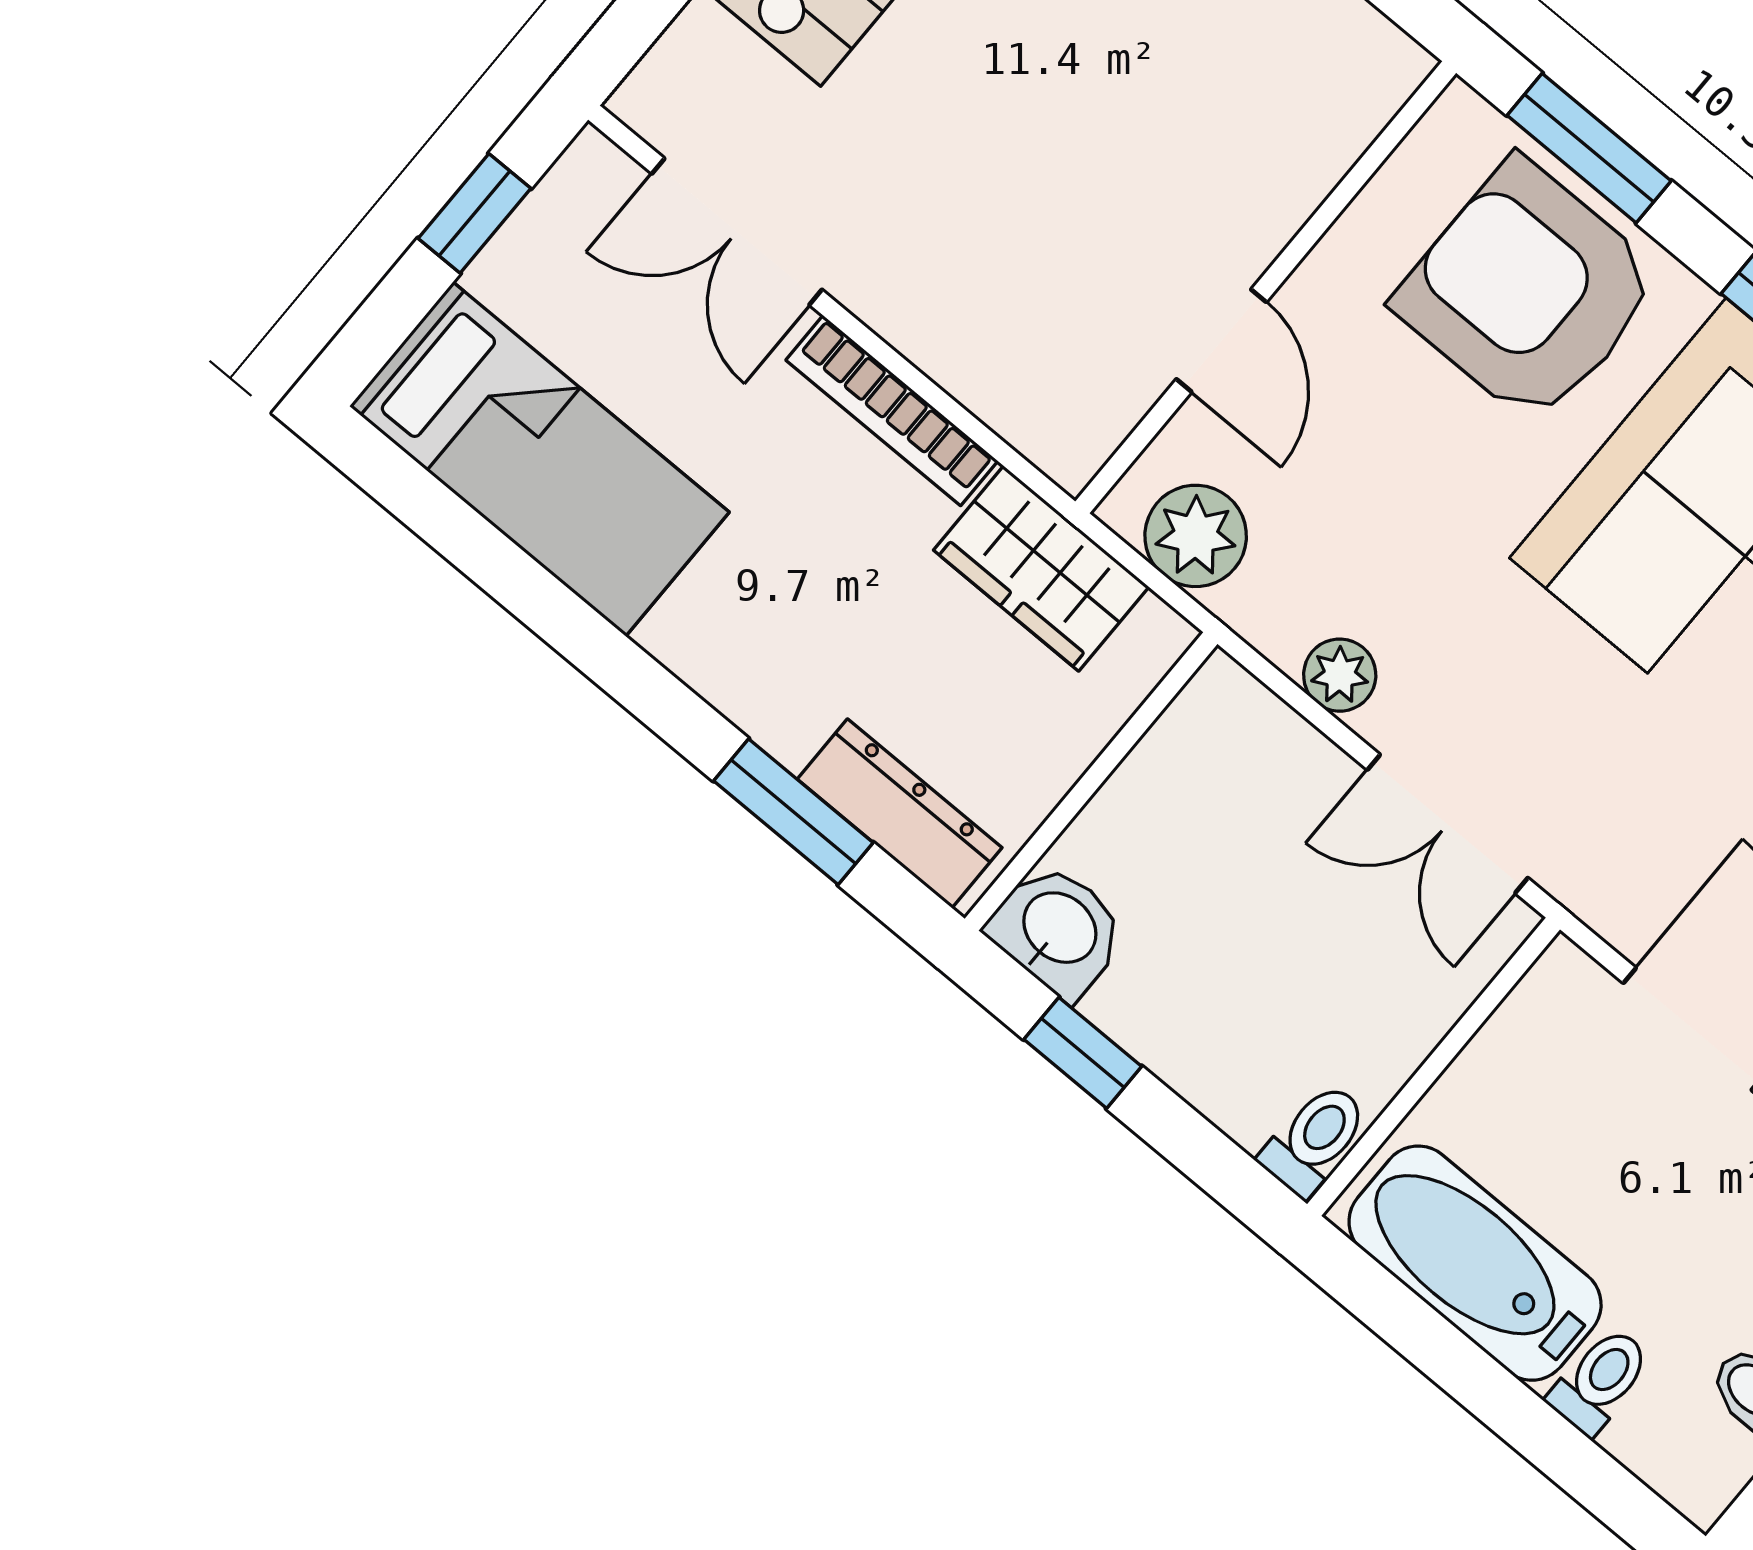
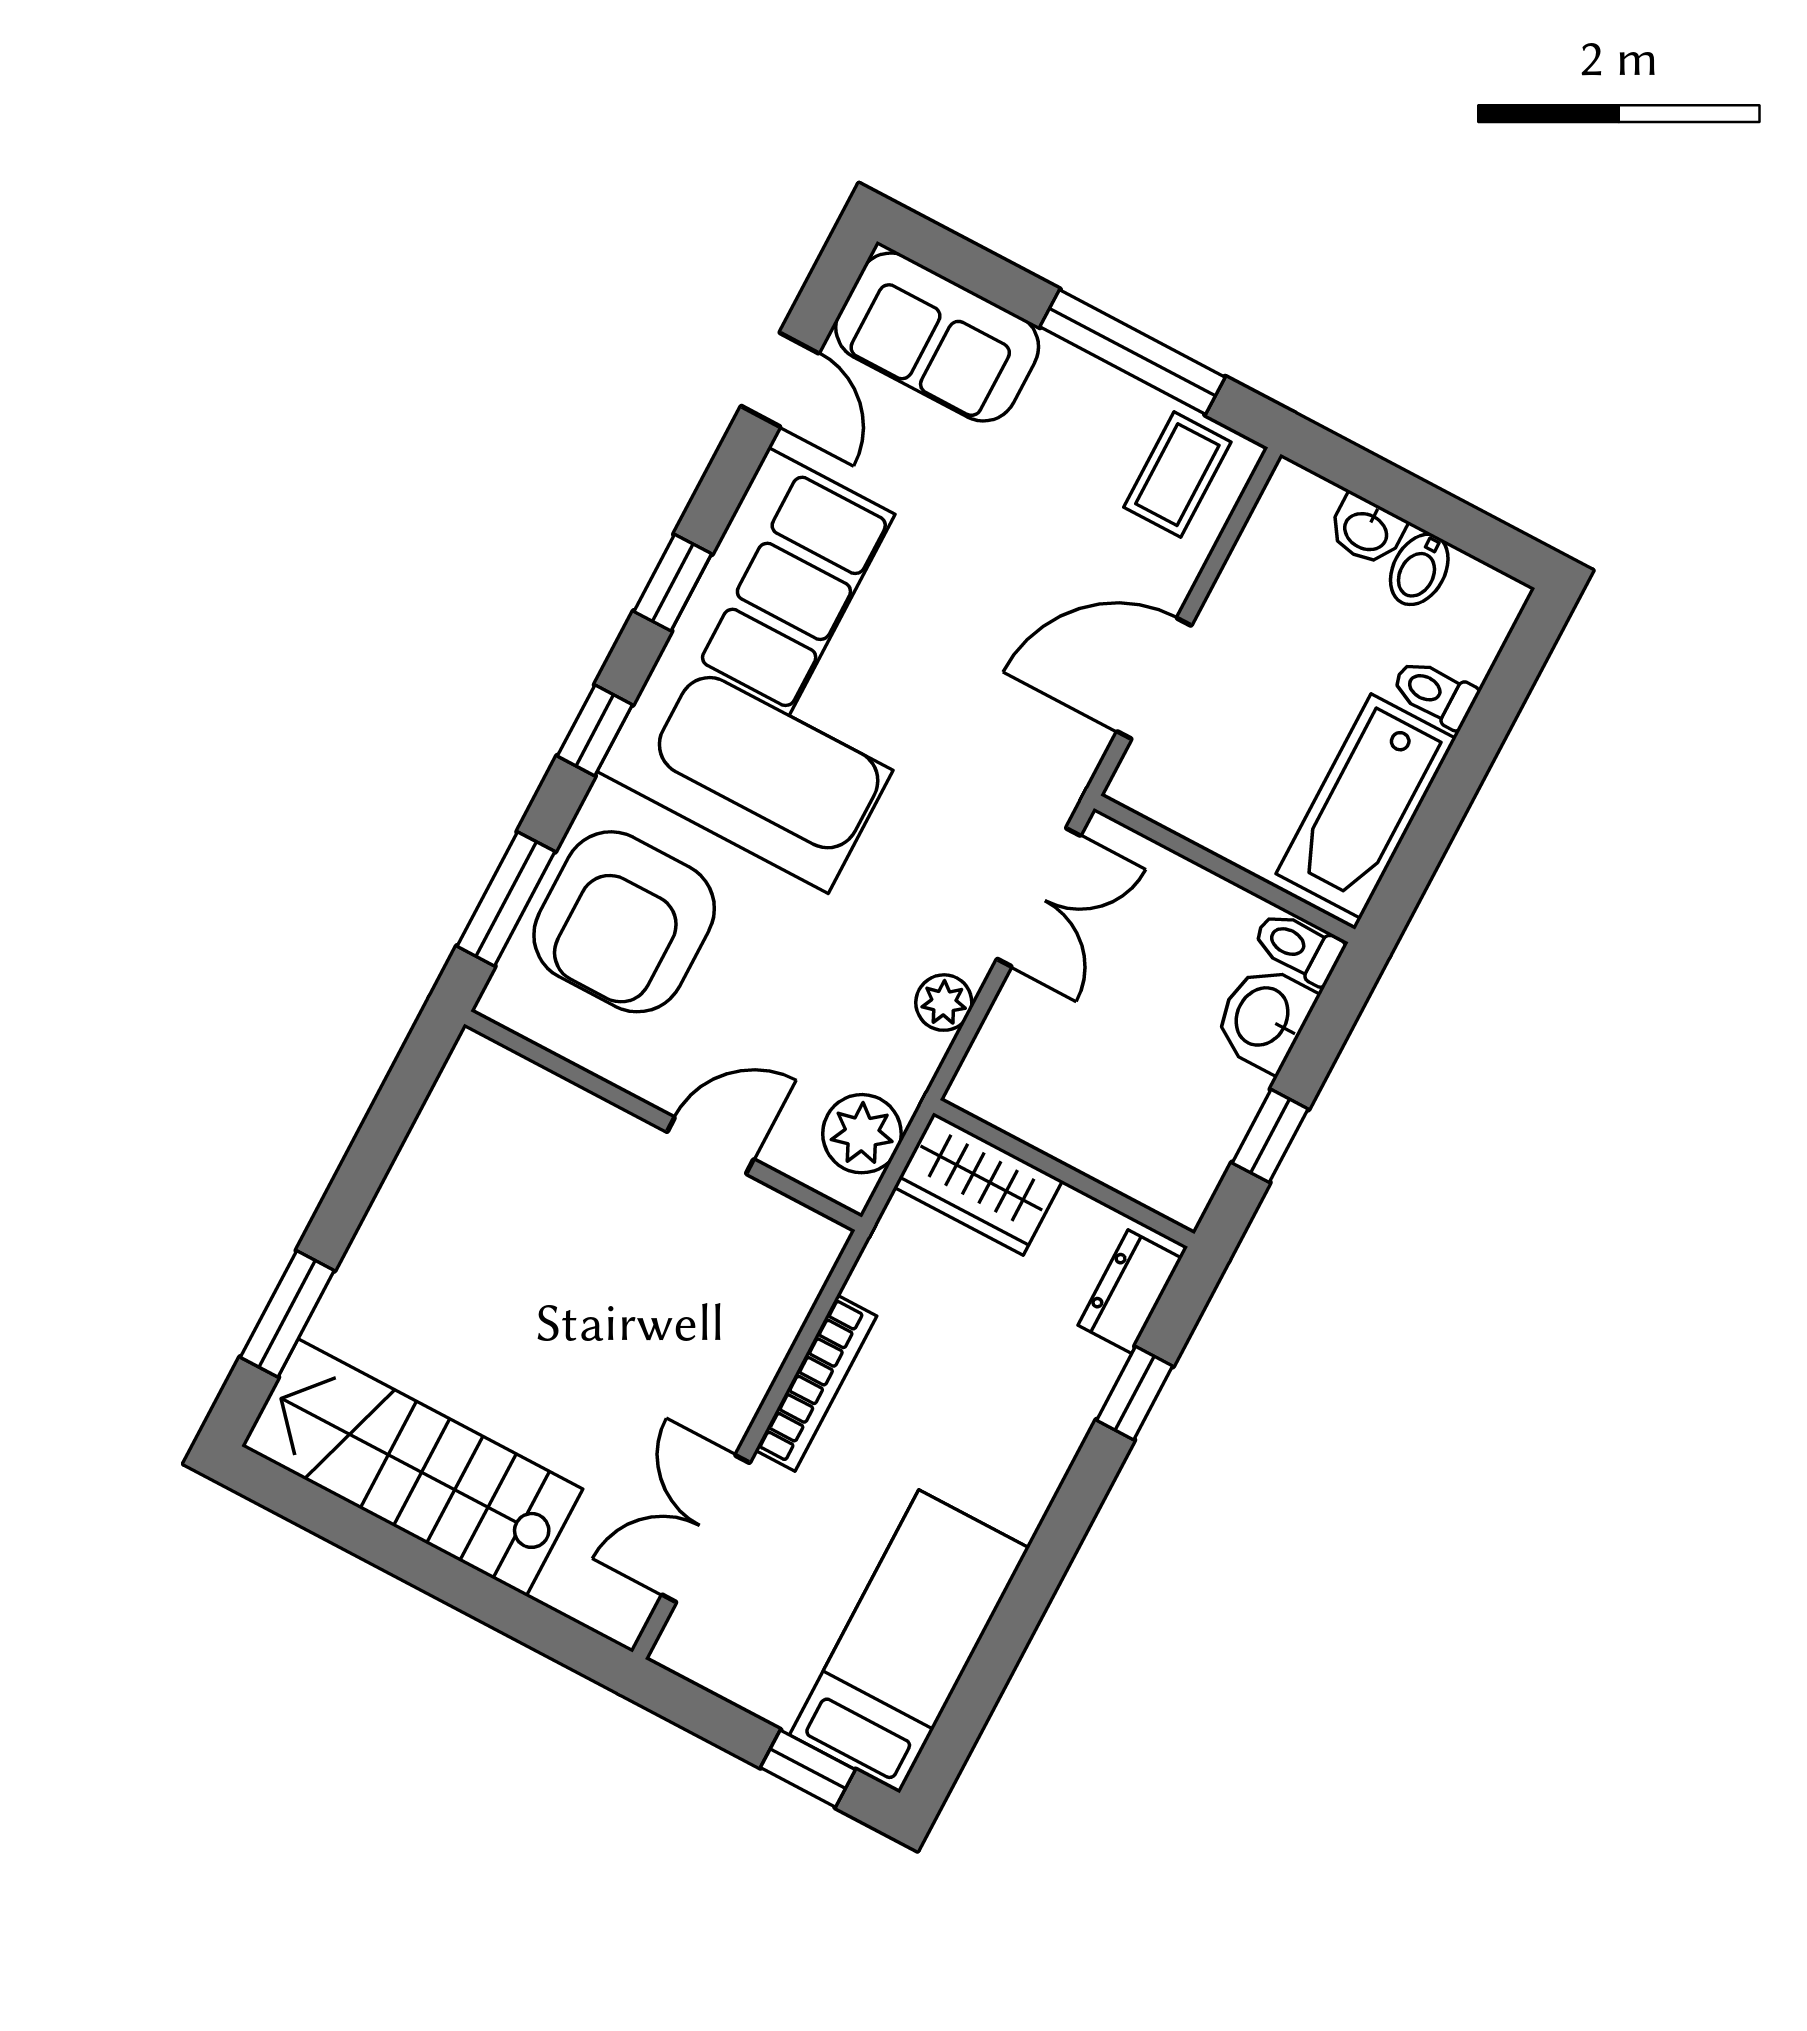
window: (475, 213) -> (808, 1769), moved
double door: (737, 232) -> (706, 1529), swing flipped
wardrobe: (1041, 568) -> (978, 1184), moved, turned 90
window: (793, 812) -> (1135, 1393), width x0.67
dresser: (900, 813) -> (1130, 1292), width x0.70
washbasin: (1058, 930) -> (1264, 1018), moved

